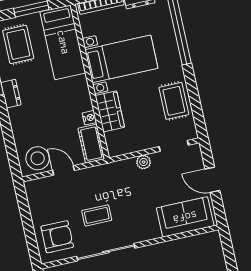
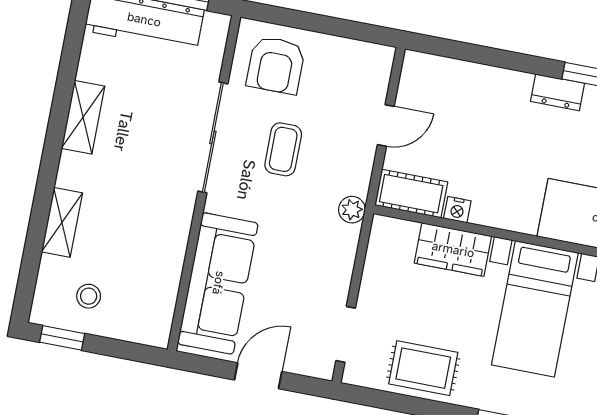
stool: (38, 158) -> (426, 90), removed
plant: (144, 162) -> (352, 210), moved
sofa: (185, 217) -> (218, 283), width x1.36

